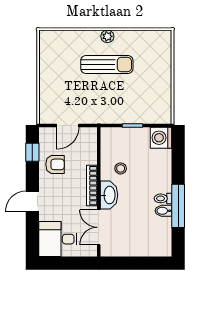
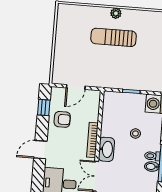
sun lounger: (107, 65) -> (114, 37), turned 180
stool: (121, 168) -> (135, 133), moved

